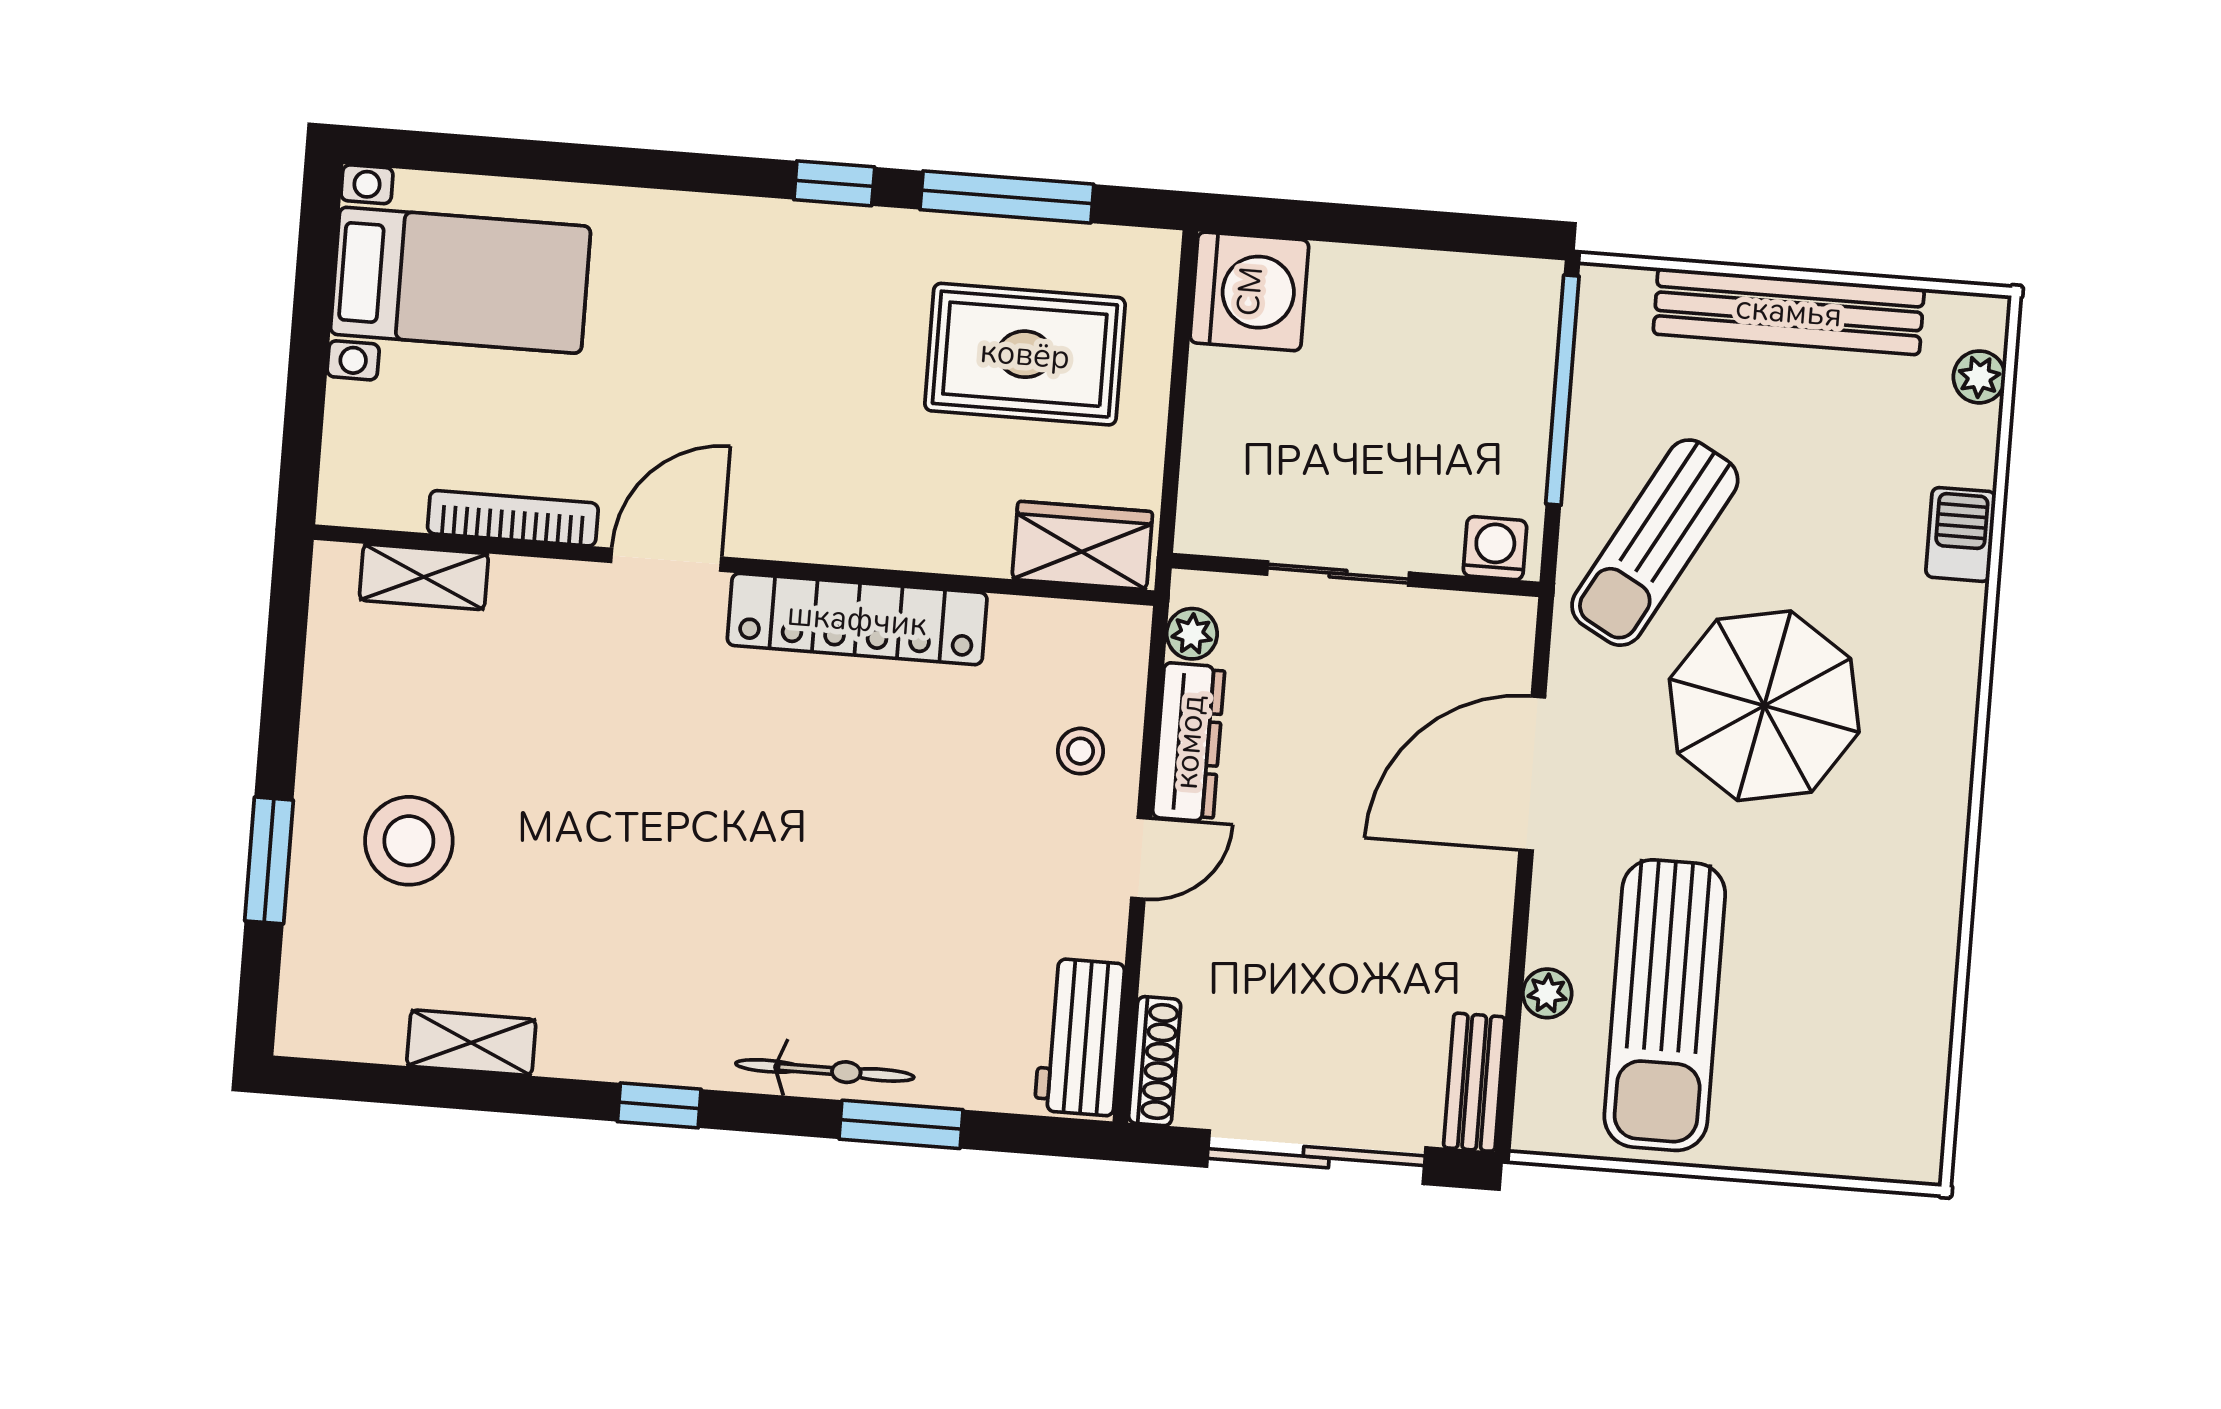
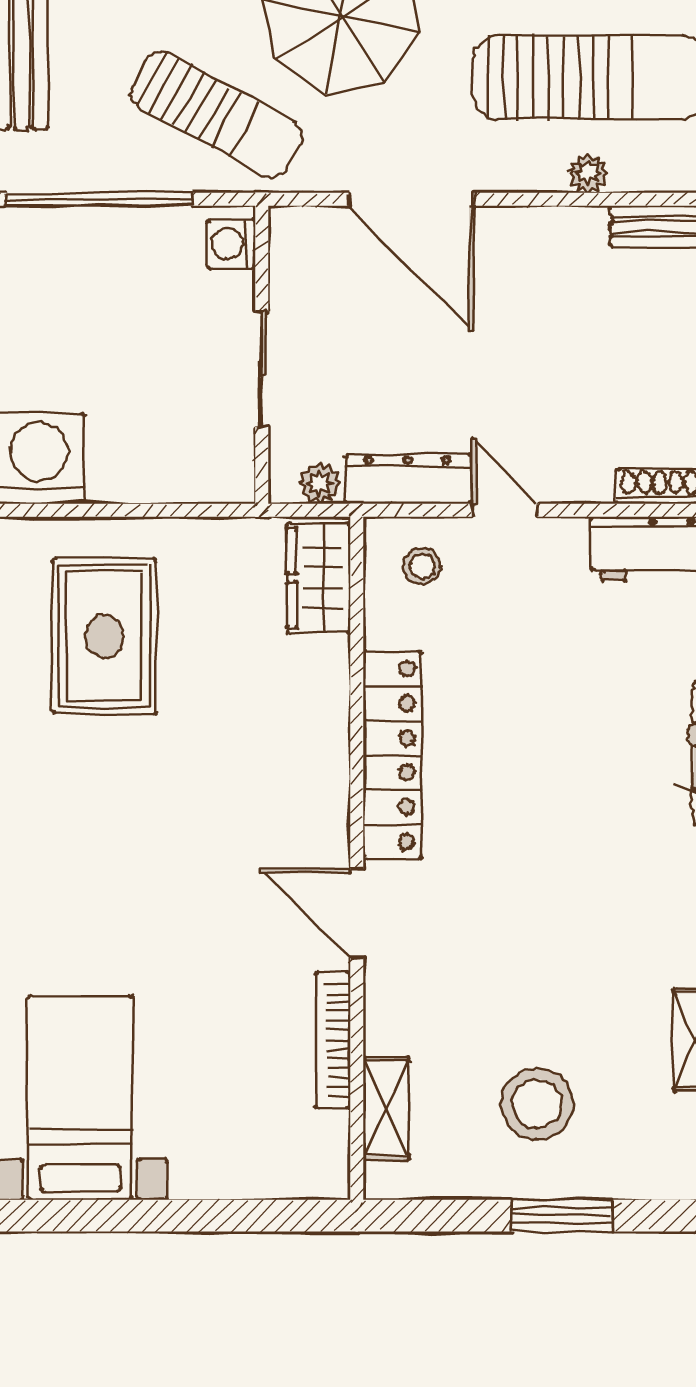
bookcase: (513, 518) -> (333, 1040), moved
wardrobe: (1082, 545) -> (319, 578), moved
door: (666, 560) -> (357, 914), moved
wall: (734, 565) -> (357, 858), moved
shelving: (424, 577) -> (386, 1108), moved
locker: (857, 619) -> (392, 755), moved

